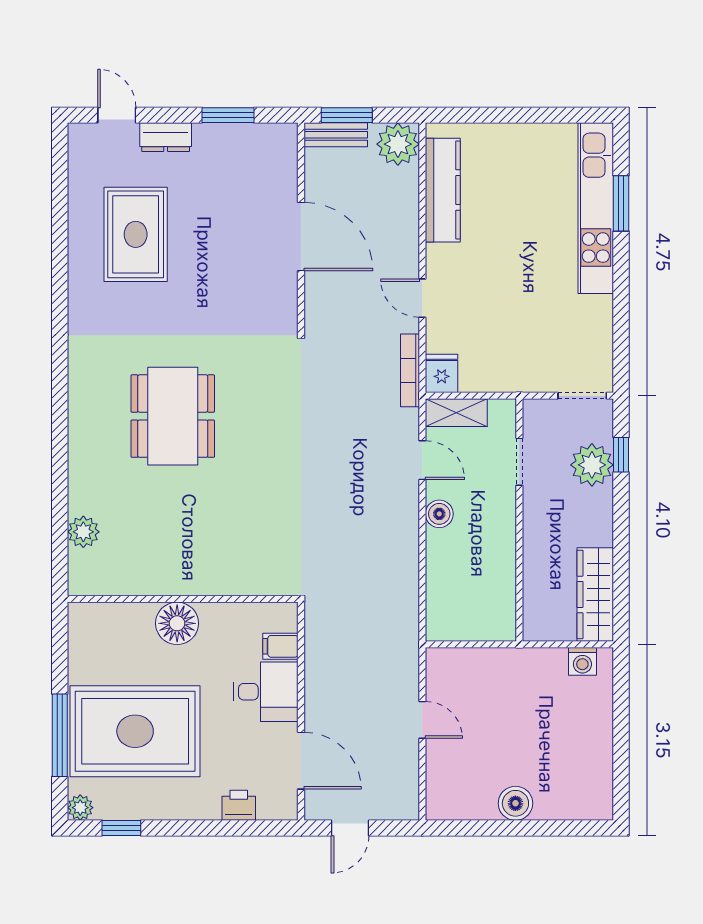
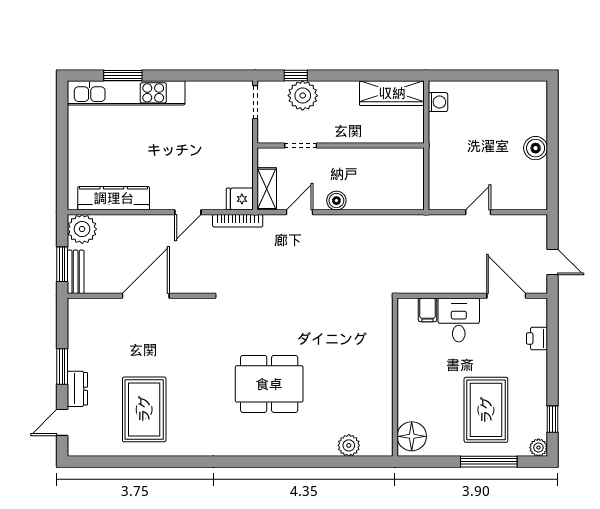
window: (228, 115) -> (62, 367), moved
rug: (136, 234) -> (144, 409), turned 90
floor lamp: (177, 623) -> (412, 436), moved
rug: (135, 731) -> (486, 410), width x0.73, depth x0.69
door: (301, 761) -> (506, 296), hinge flipped

